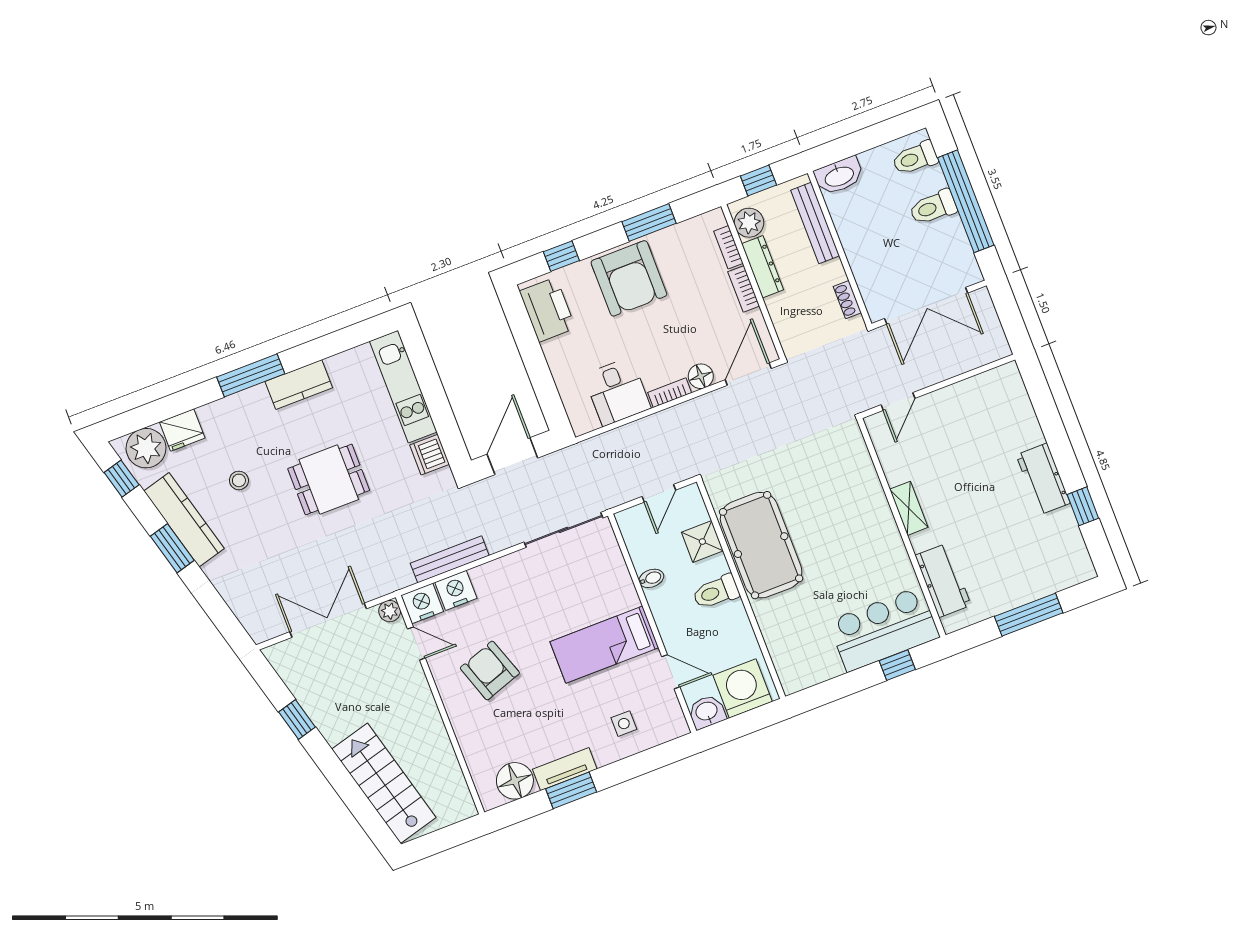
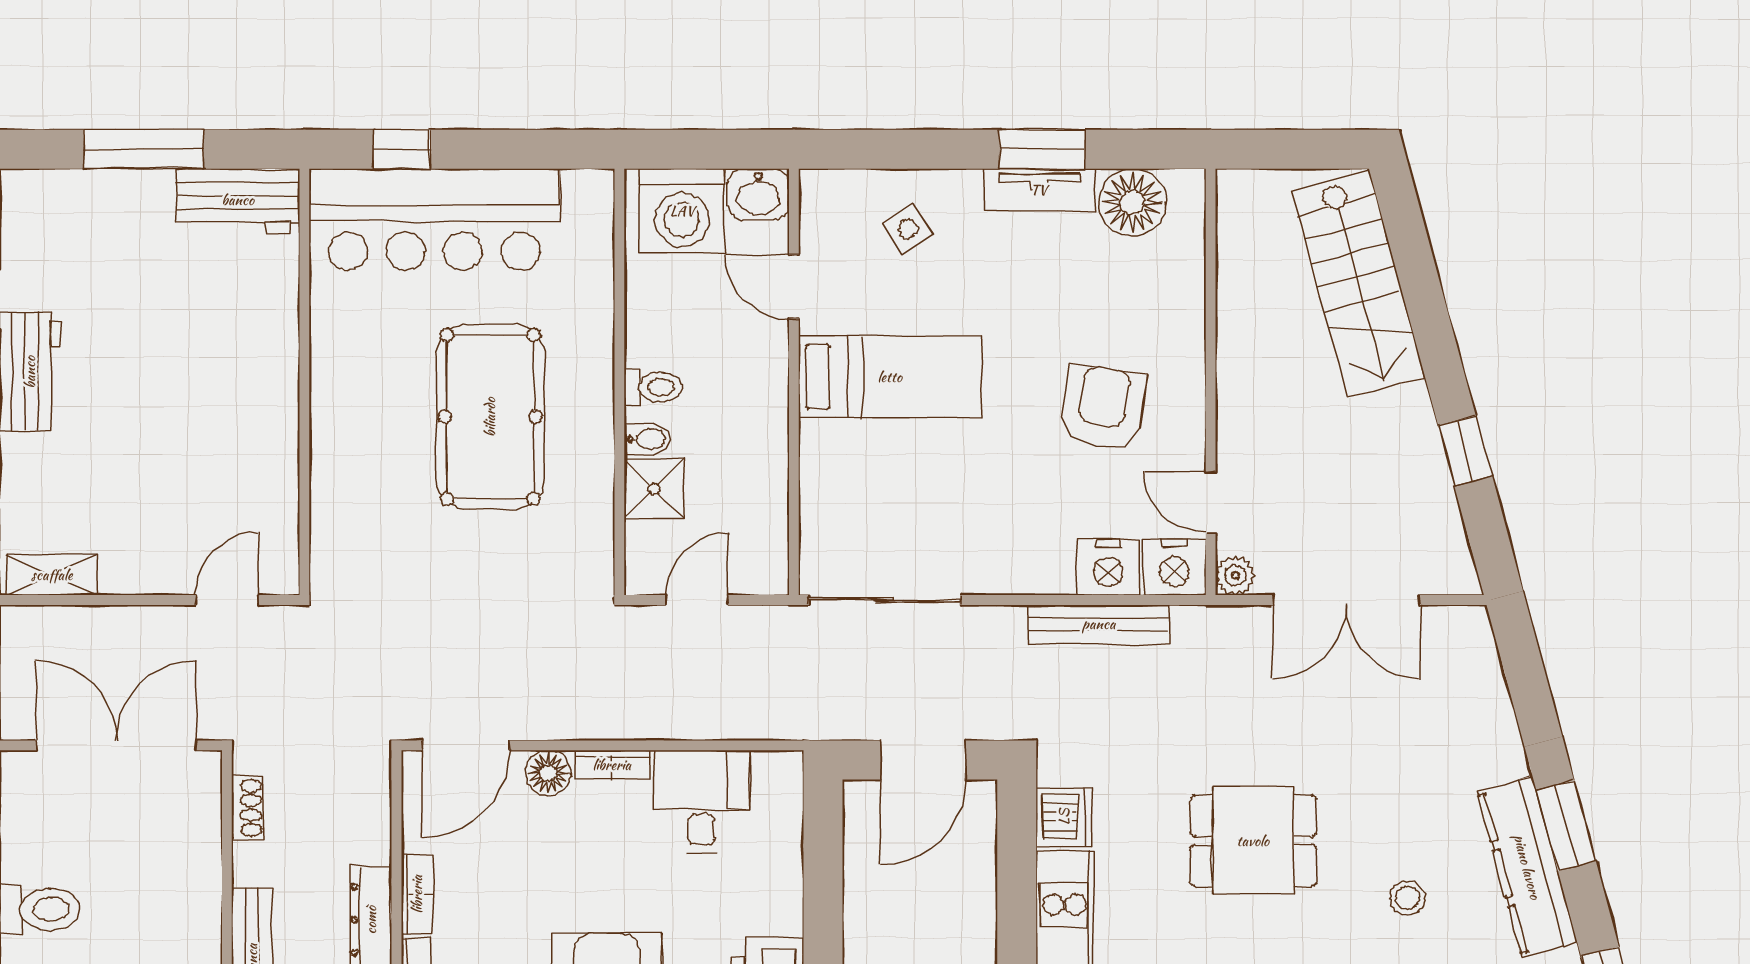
shelving: (909, 508) -> (52, 575), moved, turned 90
pool table: (761, 545) -> (490, 417), moved
bidet: (651, 578) -> (648, 439), moved, turned 180
workbench: (943, 580) -> (238, 200), moved, turned -90
toilet: (716, 592) -> (653, 387), width x0.73, depth x0.72
bar counter: (884, 629) -> (434, 220), width x1.36
armchair: (490, 671) -> (1103, 408), turned -152
side table: (624, 724) -> (908, 229), turned -33

